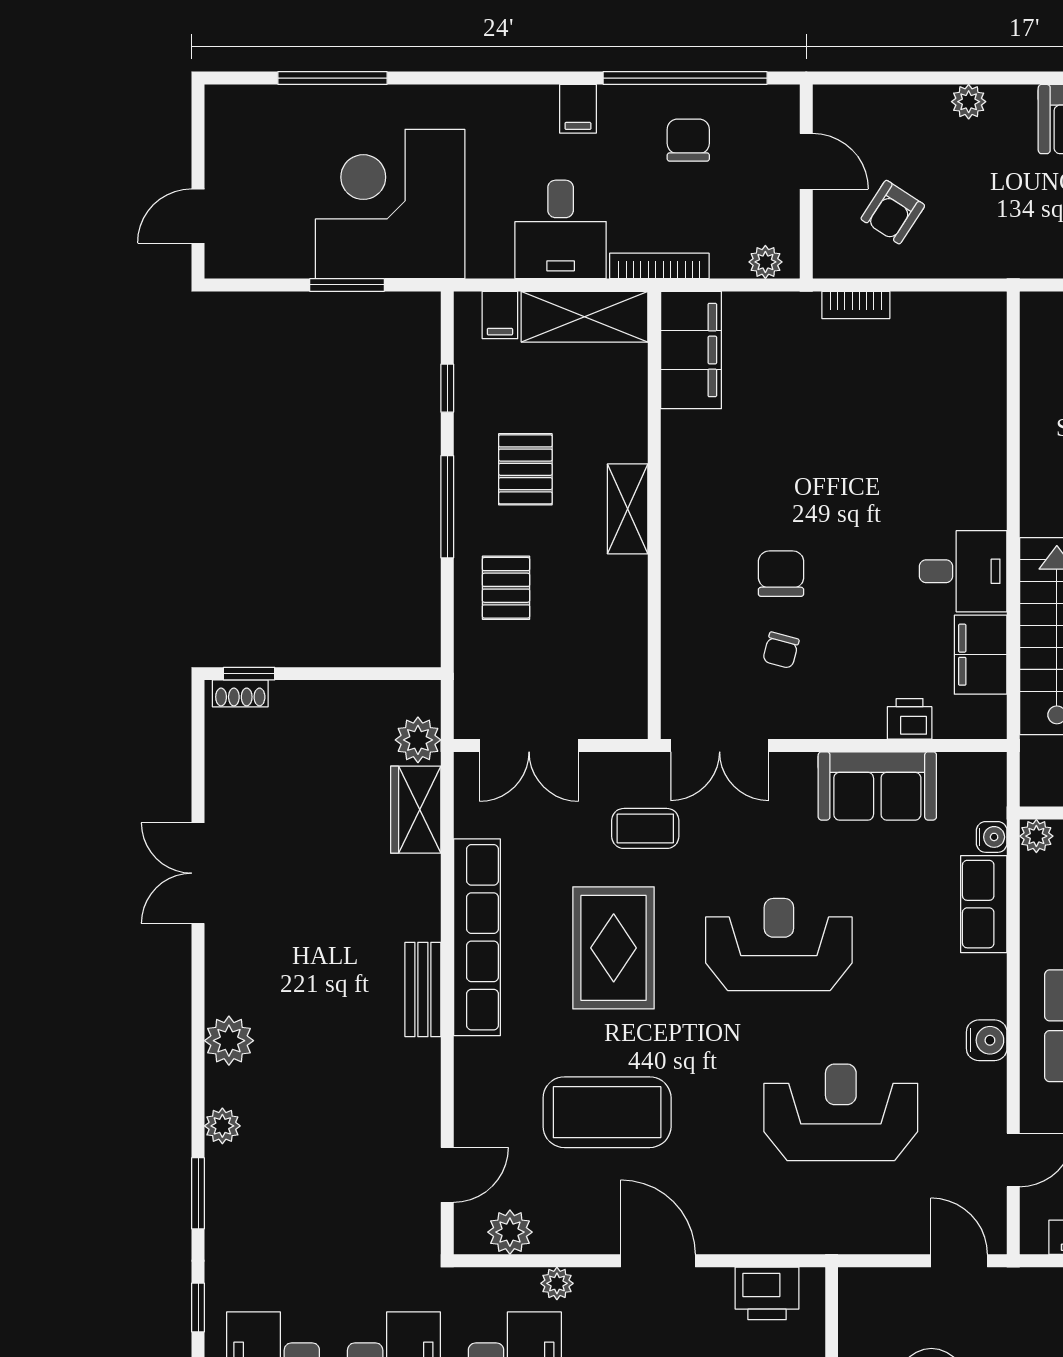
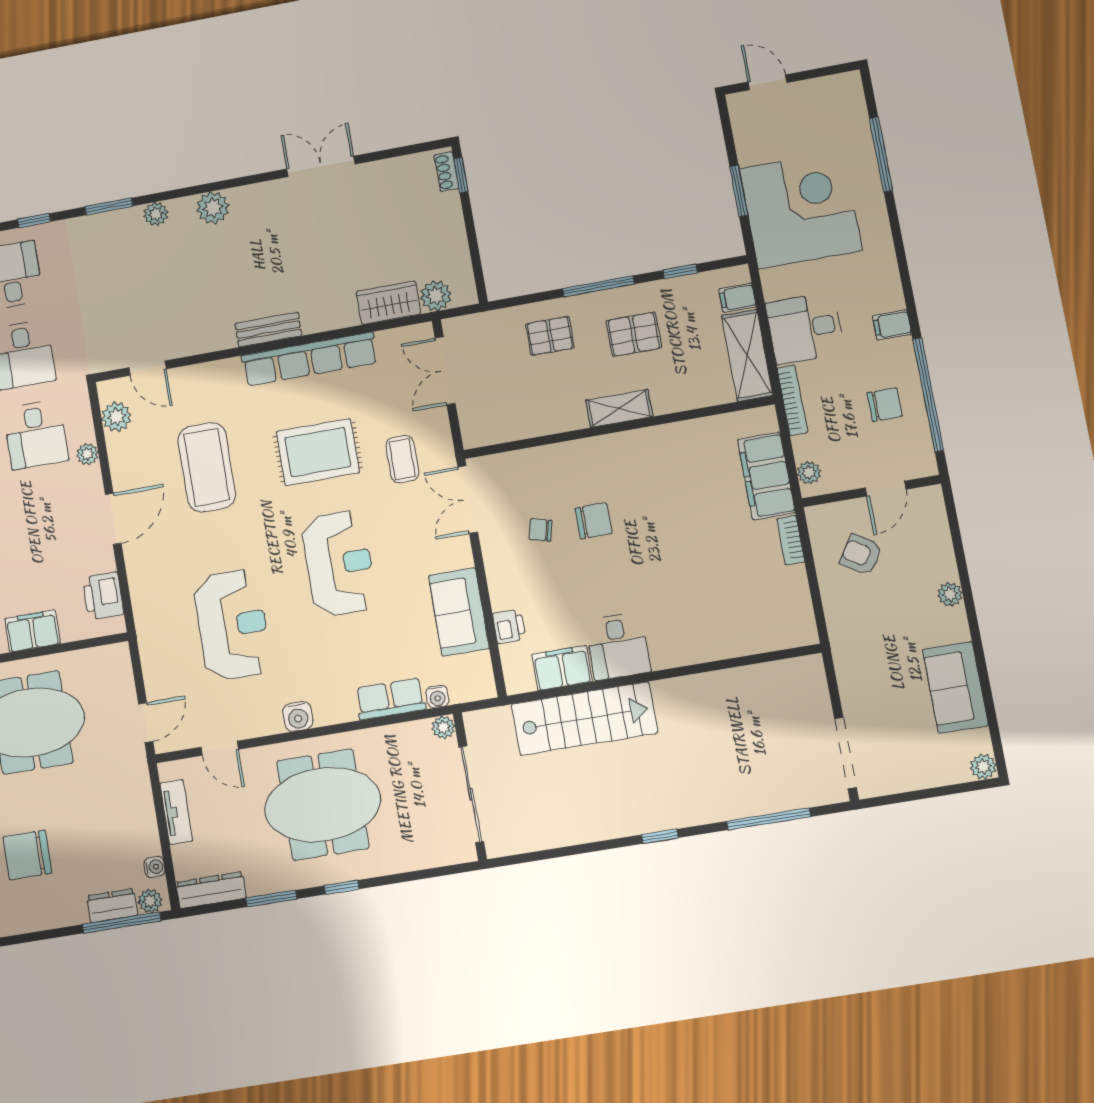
filing cabinet: (691, 350) -> (766, 476), moved, turned 90

